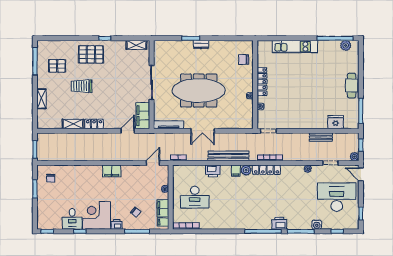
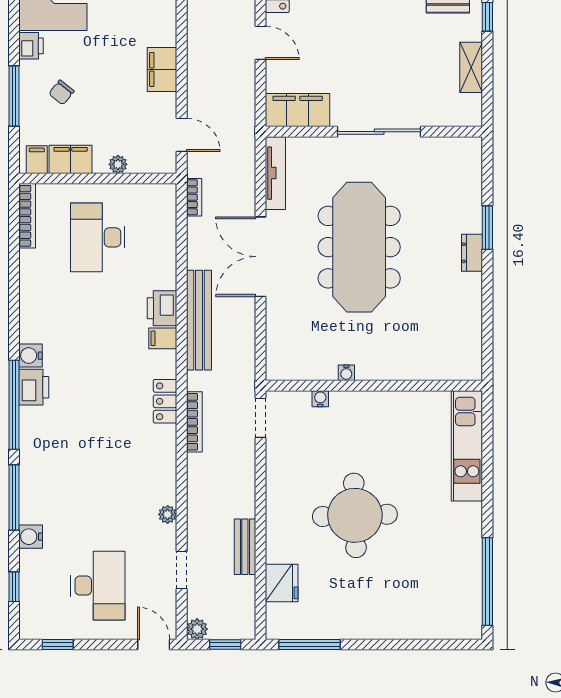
shelving: (136, 45) -> (471, 67), moved
plant: (346, 45) -> (470, 607), removed
kitchen unit: (295, 47) -> (467, 446), moved
chair: (244, 59) -> (435, 357), removed
locker: (262, 82) -> (381, 402), removed
cafe table: (352, 86) -> (372, 622), removed
round table: (308, 92) -> (355, 515), added
door: (128, 131) -> (261, 43), moved
double door: (203, 131) -> (261, 257), width x1.37
plant: (246, 170) -> (164, 363), removed
locker: (267, 170) -> (165, 401), width x0.66
filing cabinet: (112, 171) -> (162, 69), moved
printer: (213, 171) -> (162, 308), moved
door: (361, 174) -> (154, 645), hinge flipped
desk: (337, 197) -> (98, 586), width x0.73, depth x0.77
printer: (279, 223) -> (34, 387), moved
water cooler: (243, 225) -> (31, 356), added

